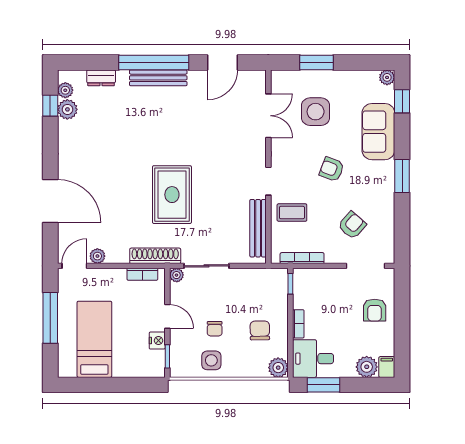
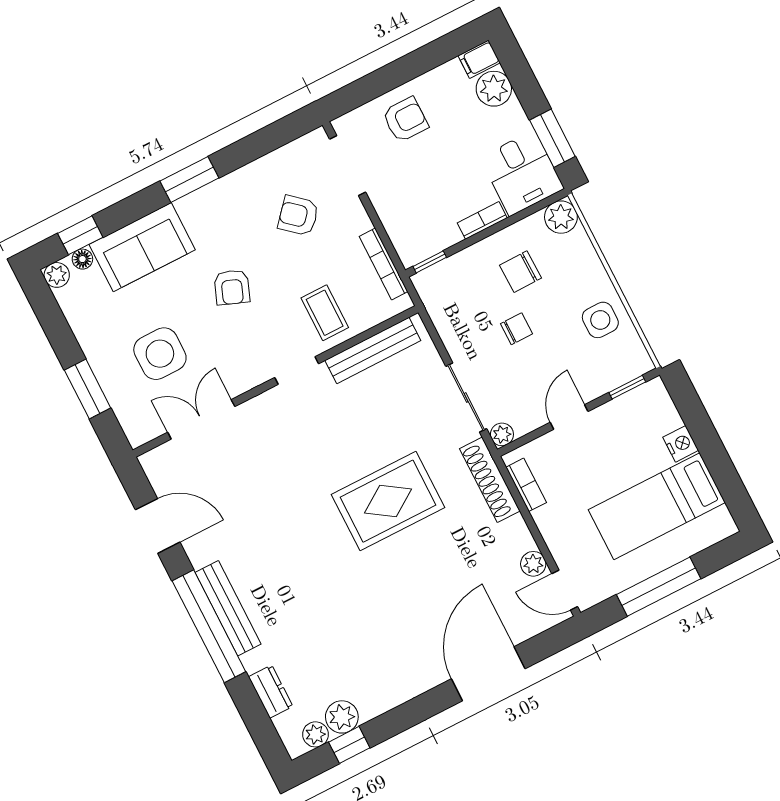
floor lamp: (389, 96) -> (82, 259), added
chair: (215, 329) -> (516, 329), moved
nightstand: (157, 341) -> (681, 444), moved, turned 90

